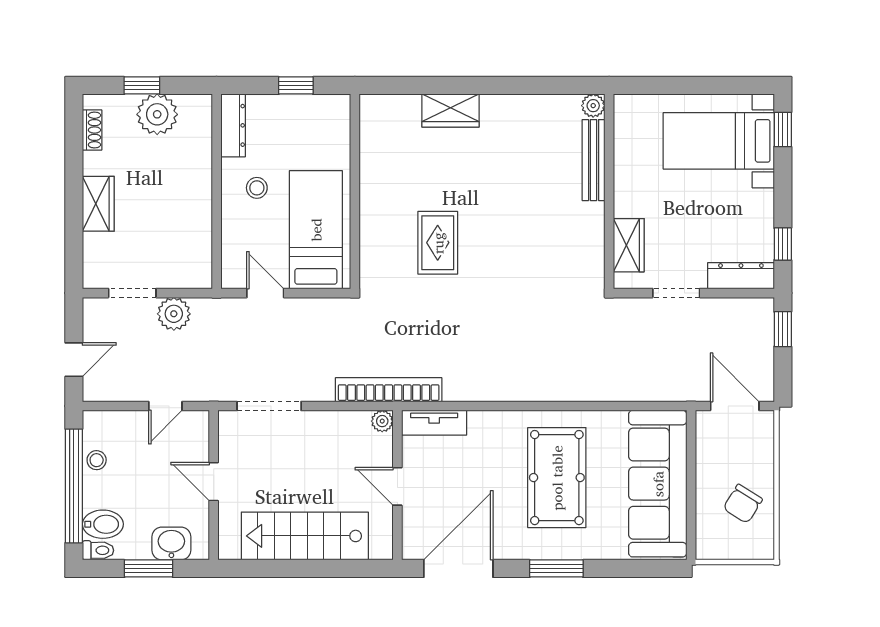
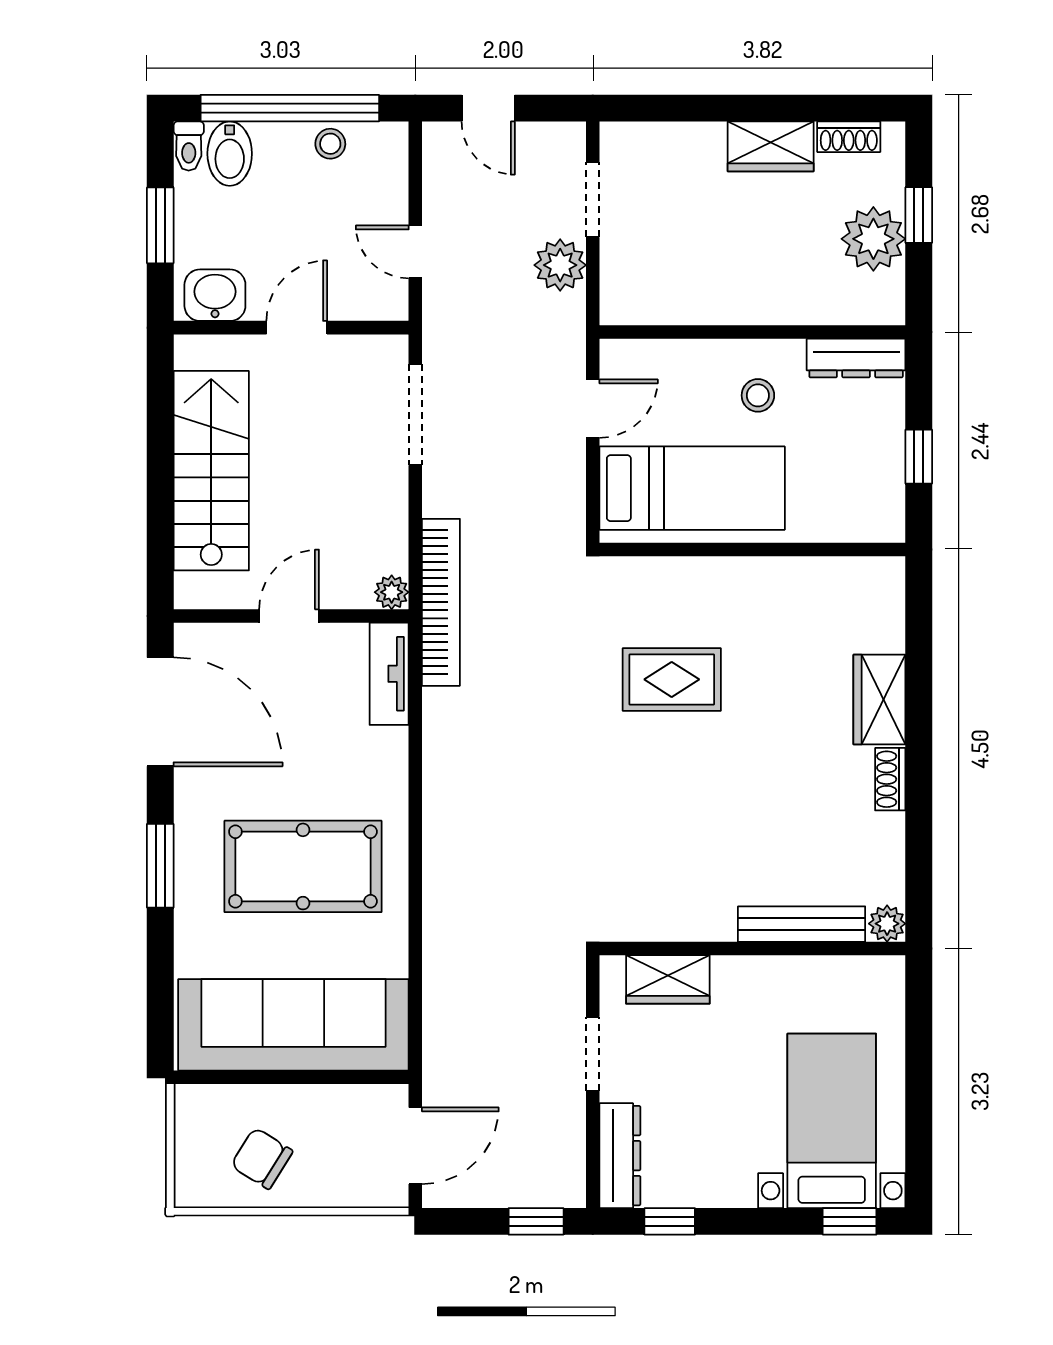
shoe rack: (501, 104) -> (890, 779), added
wardrobe: (98, 204) -> (771, 146), moved
washbasin: (171, 544) -> (215, 295), moved, turned -90

